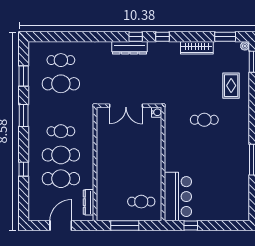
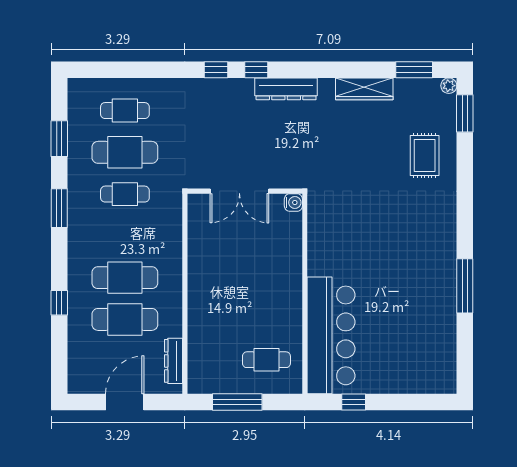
window: (163, 37) -> (216, 70), moved
dresser: (129, 48) -> (286, 89), moved
cafe table: (204, 120) -> (377, 216), removed
cafe table: (61, 131) -> (125, 194), moved
bar counter: (178, 197) -> (331, 335), width x1.36

